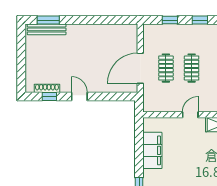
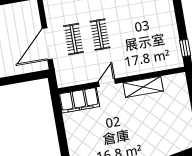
filing cabinet: (152, 150) -> (79, 100), moved, turned 90

